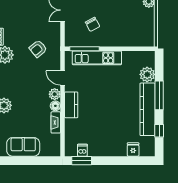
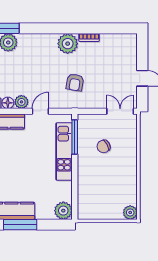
armchair: (38, 49) -> (75, 82), turned -132
plant: (147, 74) -> (63, 211), moved

